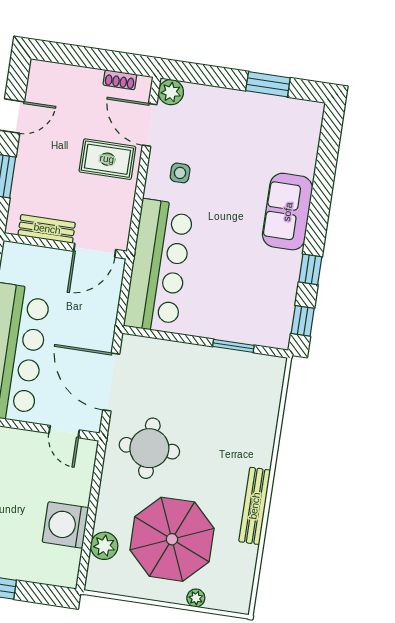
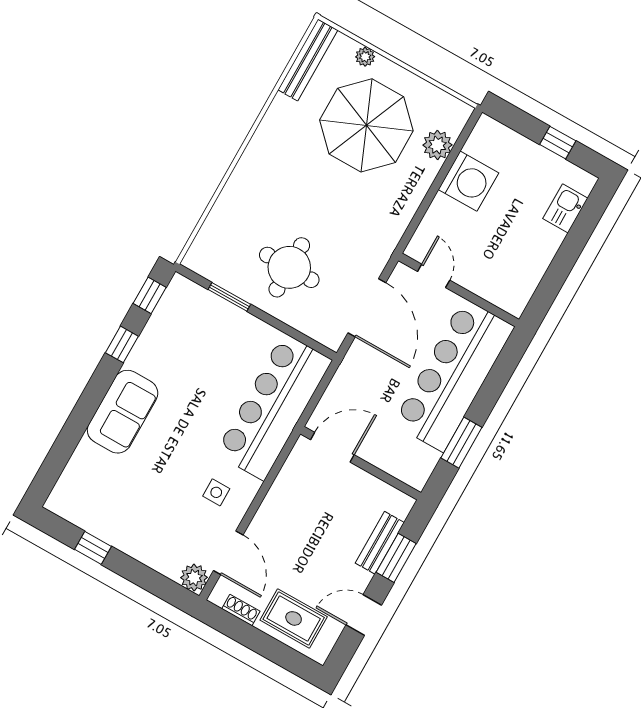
window: (268, 84) -> (93, 548), width x0.67
rug: (107, 159) -> (294, 618), moved
bench: (47, 229) -> (380, 543), moved, turned 90
round table: (149, 448) -> (289, 267), moved
bench: (255, 506) -> (308, 60), moved

